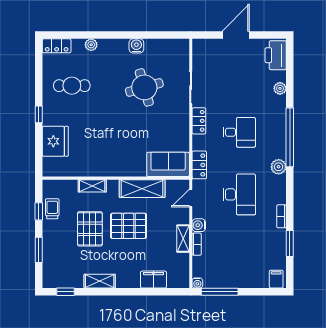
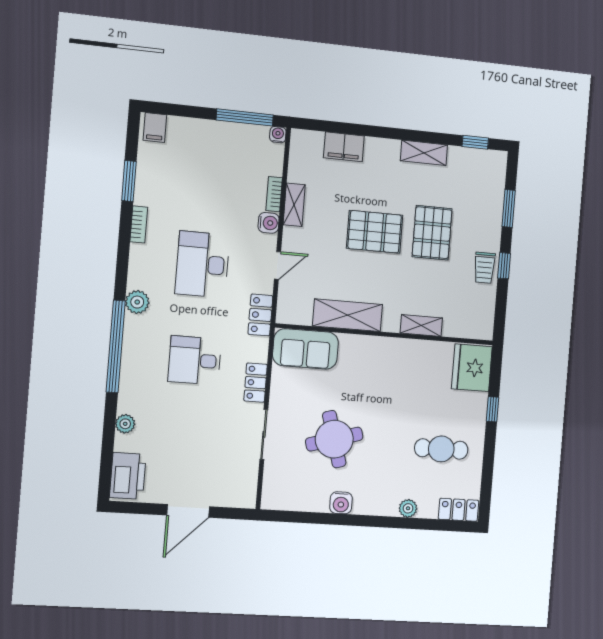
sofa: (168, 164) -> (306, 349), moved
wall: (116, 178) -> (385, 334), moved
shelving: (92, 186) -> (421, 326), moved
shelving: (142, 189) -> (348, 315), moved

